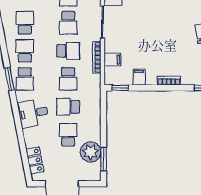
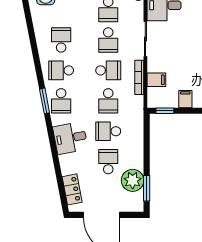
school desk: (25, 51) -> (61, 70), turned -90

